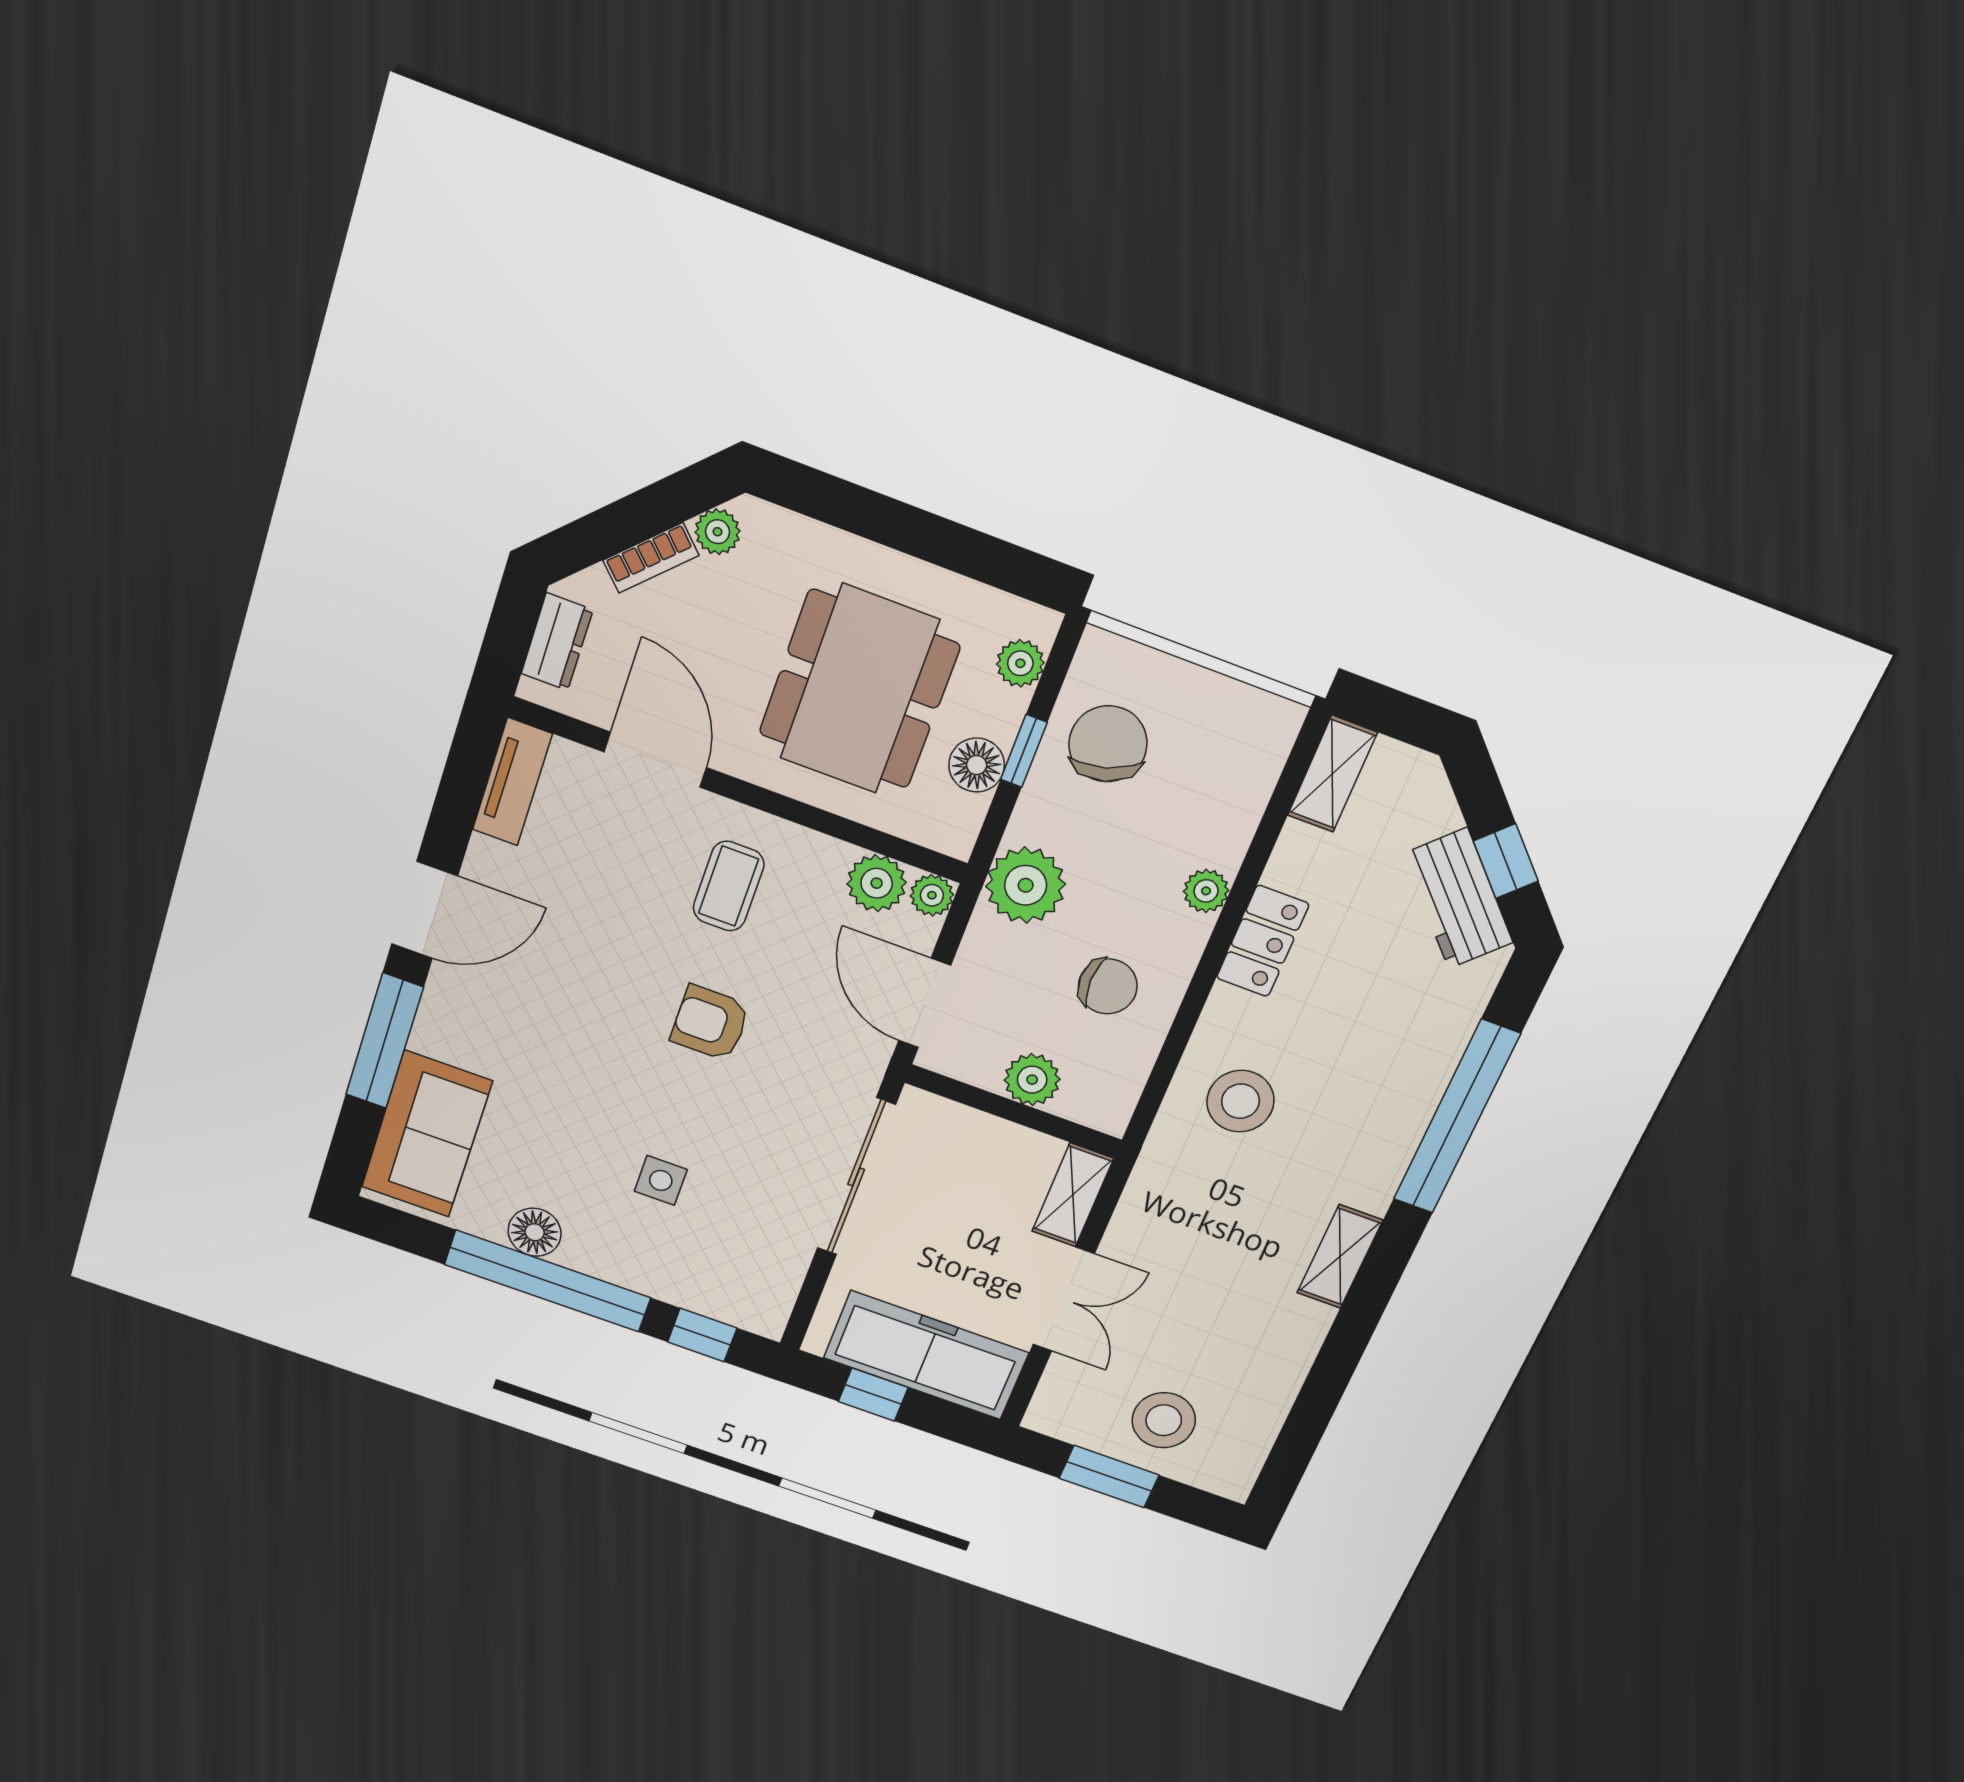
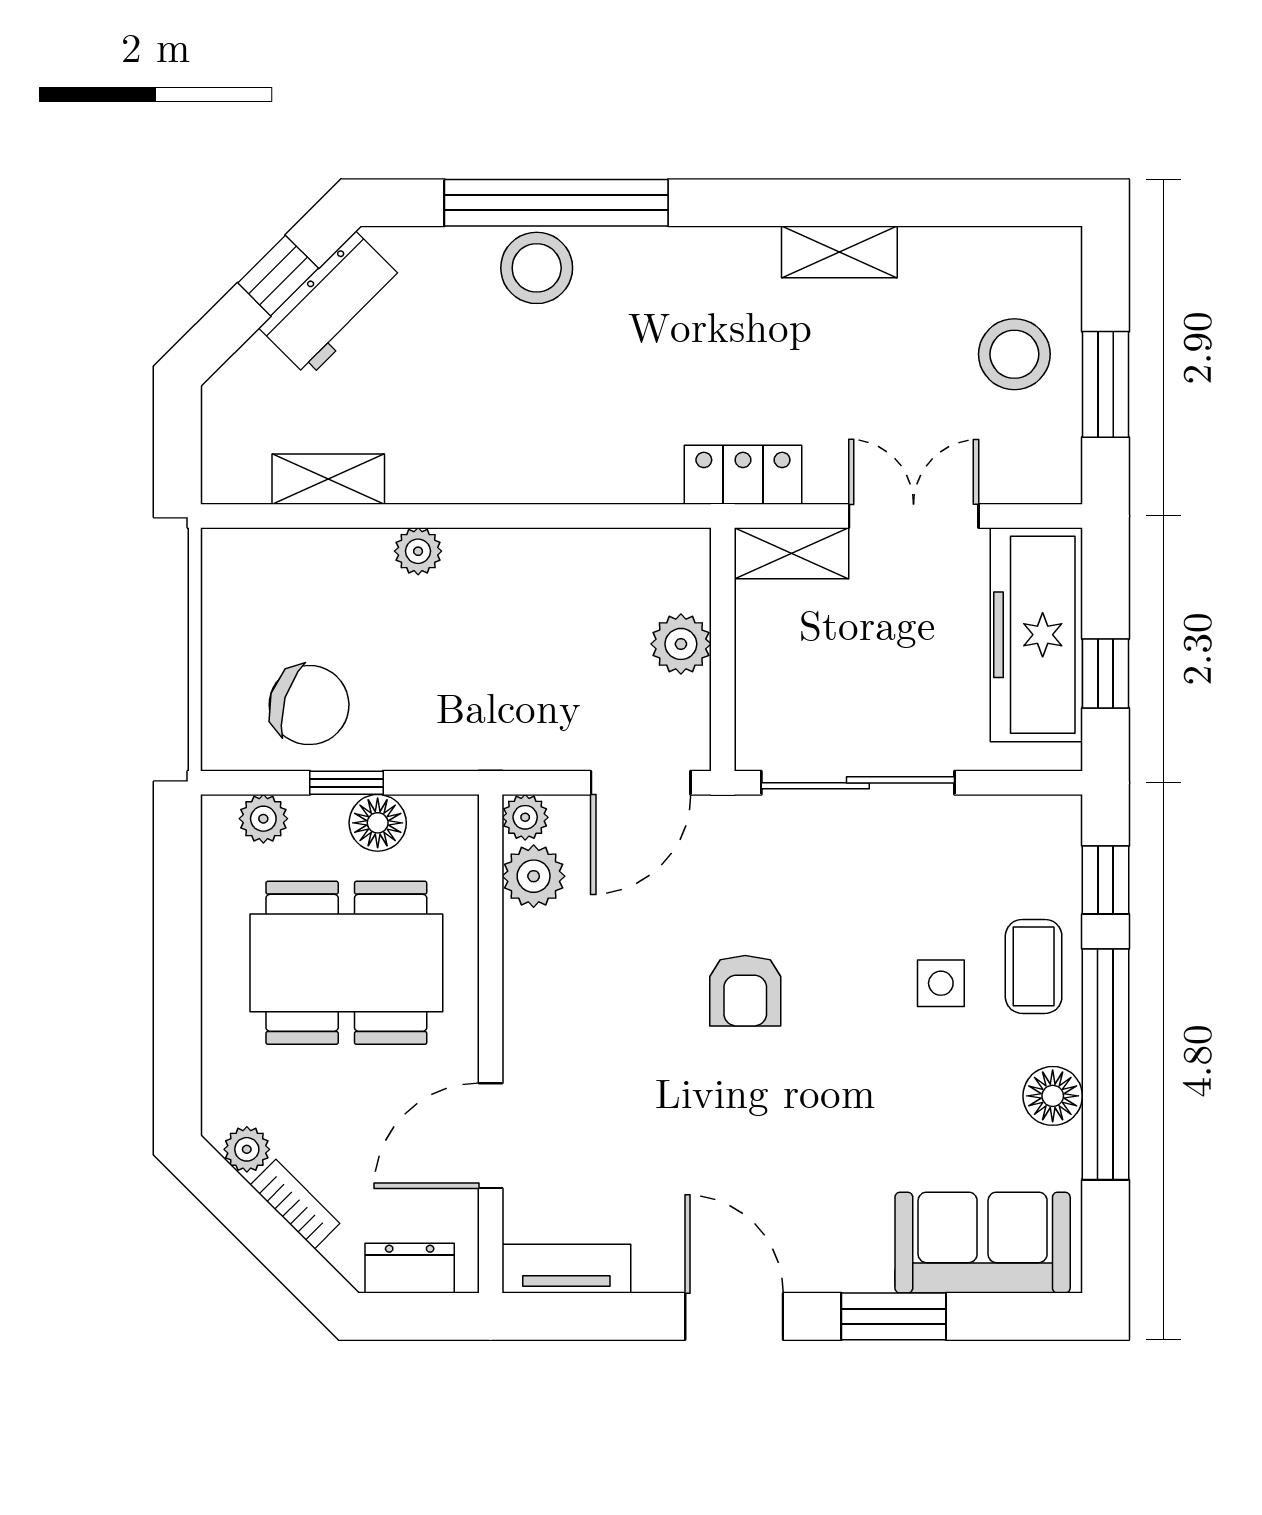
chair: (1108, 744) -> (309, 705), turned -146
shelving: (1332, 774) -> (328, 479), moved
plant: (1026, 885) -> (480, 729), removed
coffee table: (729, 886) -> (1034, 966), moved, turned 90
locker: (1263, 941) -> (743, 475), moved
chair: (1108, 986) -> (553, 608), removed
window: (384, 1041) -> (894, 1316), width x0.69
stool: (1240, 1101) -> (537, 268), moved
shelving: (1340, 1257) -> (839, 252), moved

